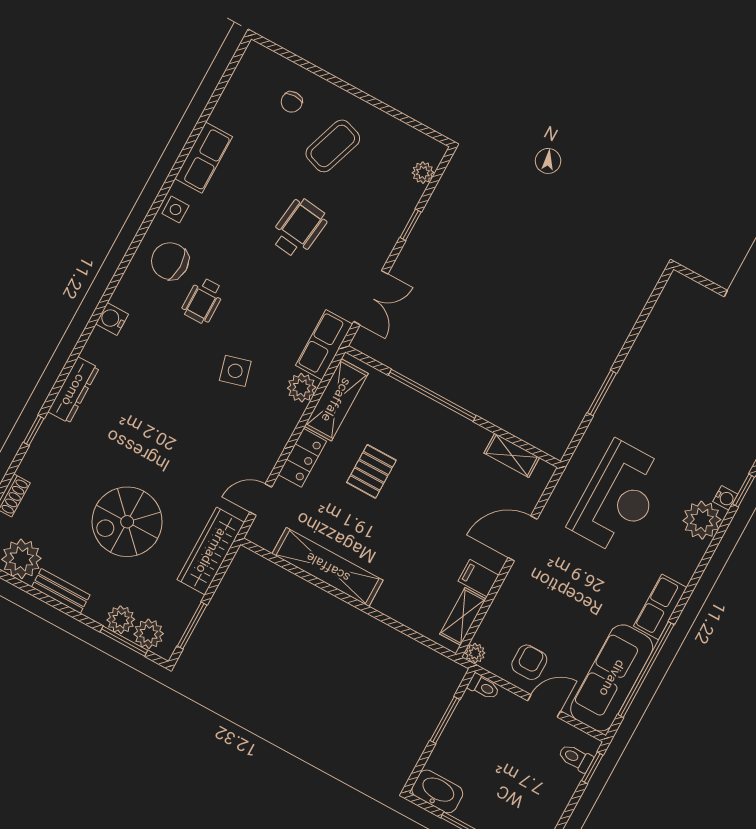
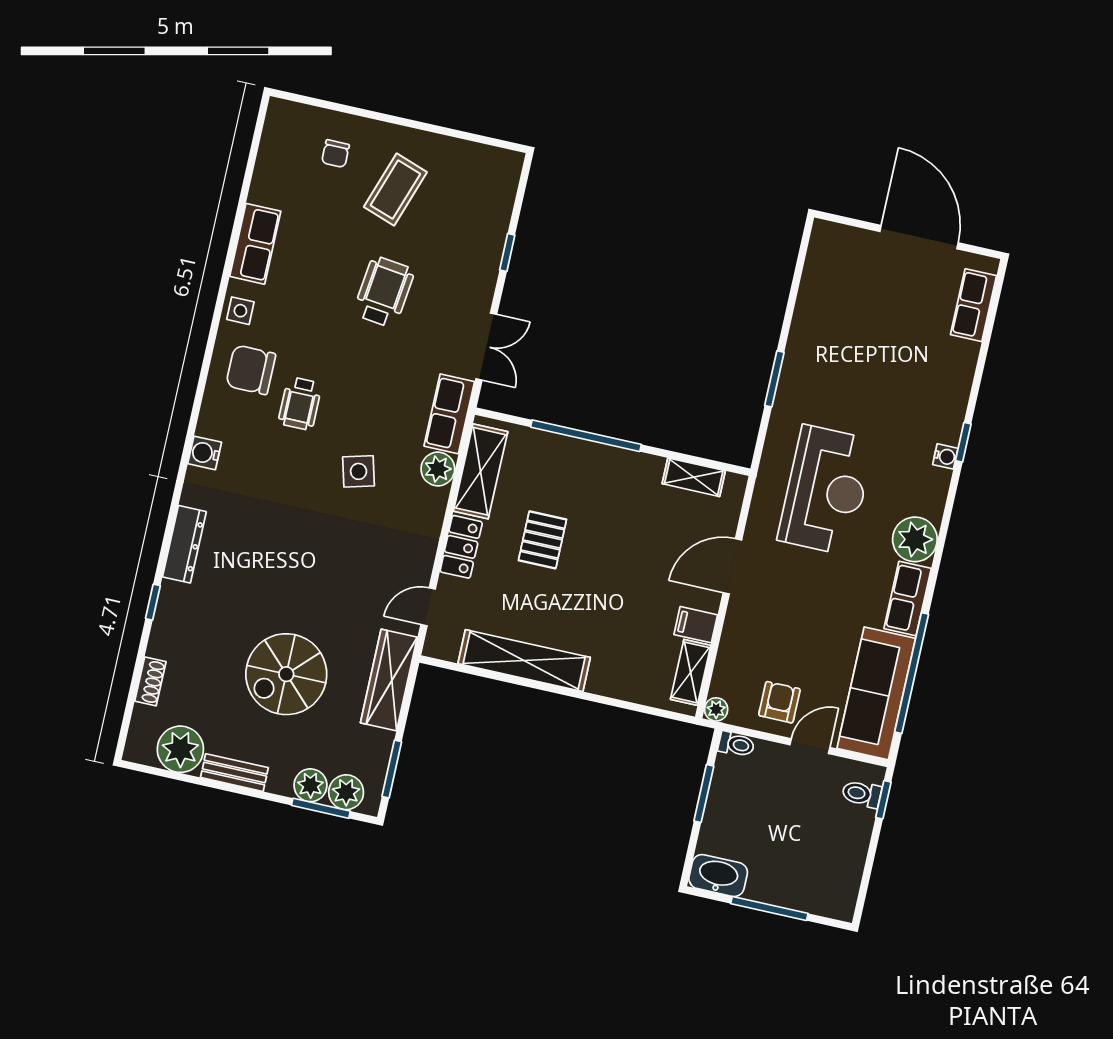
plant: (423, 173) -> (504, 190), removed
plant: (702, 520) -> (915, 539), moved

